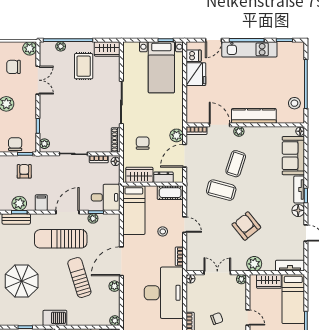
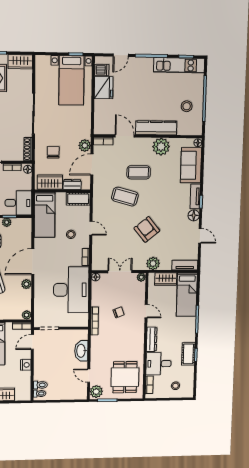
kitchen unit: (249, 49) -> (179, 65), moved
stool: (294, 103) -> (187, 106), moved
plant: (239, 131) -> (161, 147), moved, width x1.88, depth x1.88
coffee table: (236, 164) -> (139, 172), turned 72

